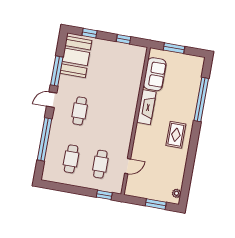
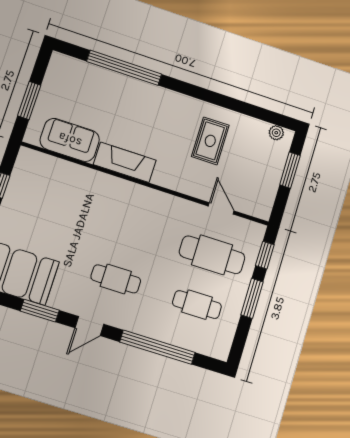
window: (57, 71) -> (40, 311), width x0.69
door: (52, 100) -> (89, 326), hinge flipped
rug: (176, 135) -> (210, 141), moved, turned 90
cafe table: (100, 164) -> (212, 255), width x1.37, depth x1.35
window: (79, 190) -> (252, 298), added

